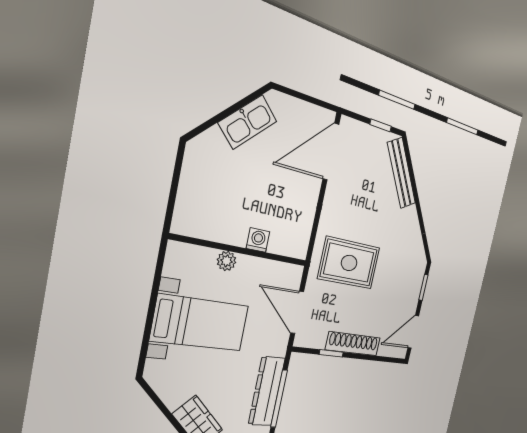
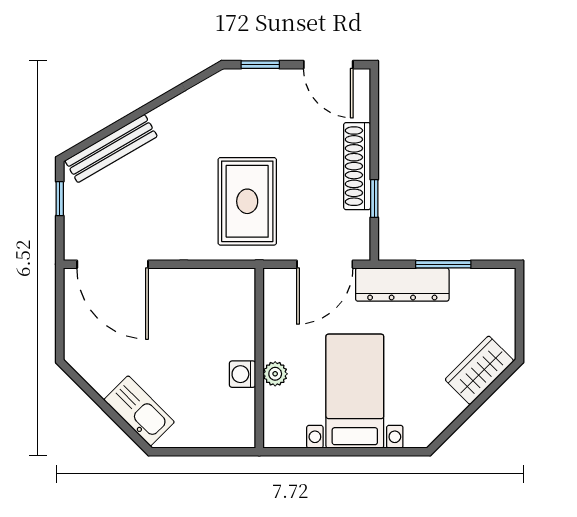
kitchen sink: (248, 122) -> (139, 411), moved
washing machine: (258, 240) -> (243, 374), moved
dresser: (267, 391) -> (402, 285), moved
window: (279, 399) -> (443, 264), width x0.69

